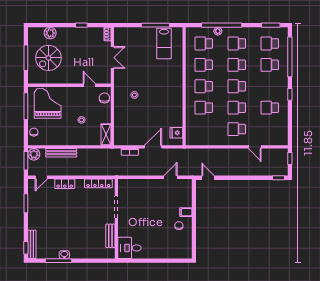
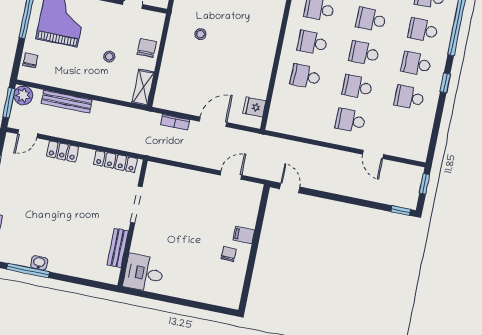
school desk: (270, 86) -> (416, 64), added
chair: (104, 98) -> (147, 48), moved

